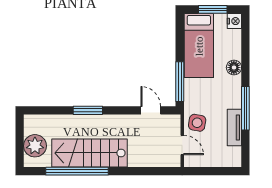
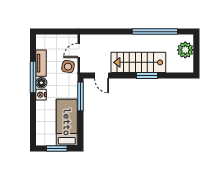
nightstand: (234, 21) -> (41, 95), moved
floor lamp: (234, 68) -> (41, 83), moved
door: (182, 145) -> (79, 50), hinge flipped
stairs: (89, 153) -> (138, 62), moved, turned 180

